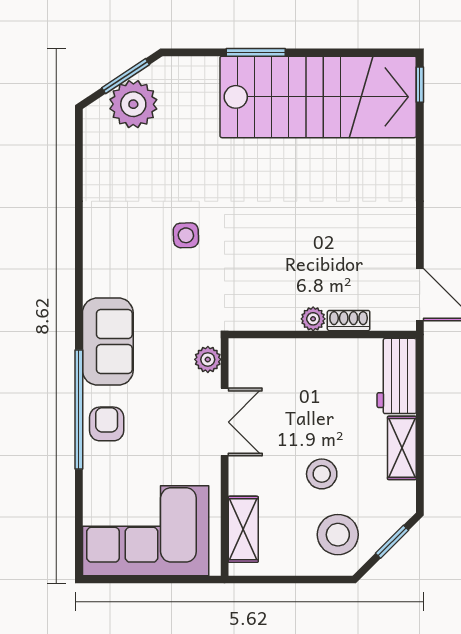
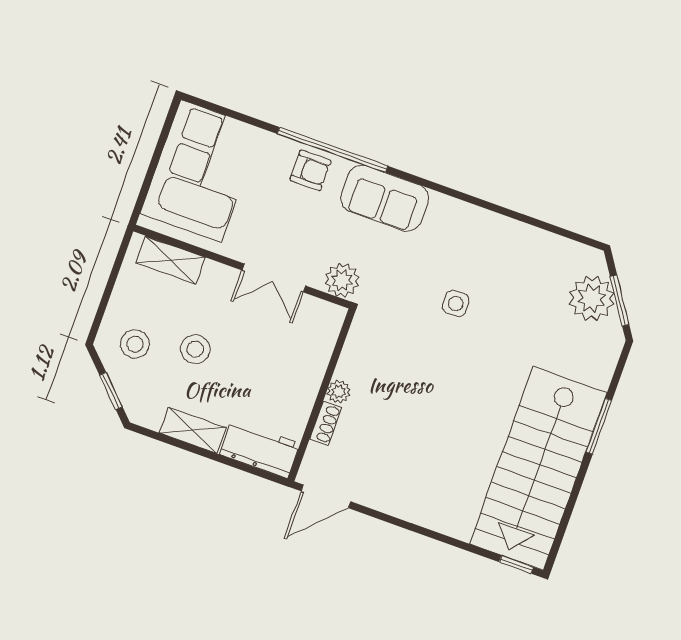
plant: (208, 359) -> (342, 280), width x1.38, depth x1.38
stool: (338, 535) -> (135, 344), width x0.73, depth x0.73

